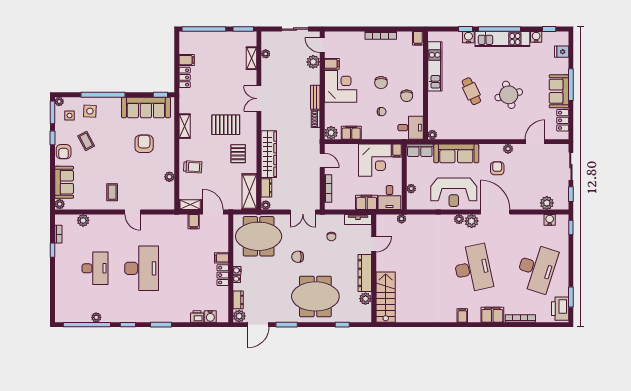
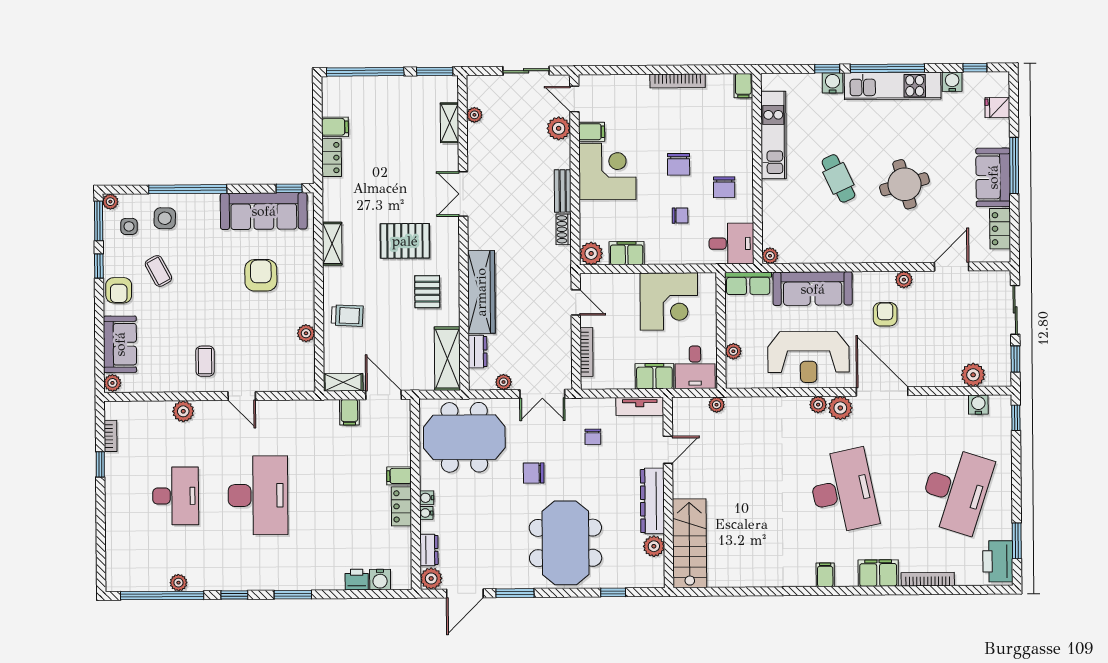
filing cabinet: (397, 151) -> (708, 284), removed
plant: (266, 205) -> (504, 382), moved
plant: (83, 220) -> (183, 411), moved
meeting table: (315, 296) -> (565, 543), turned 90

